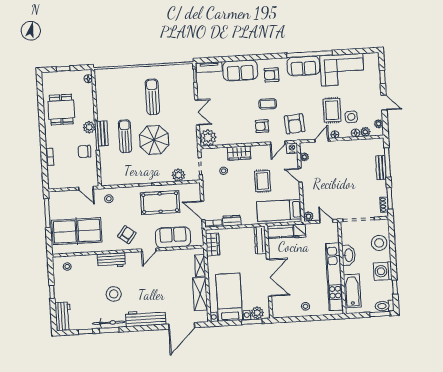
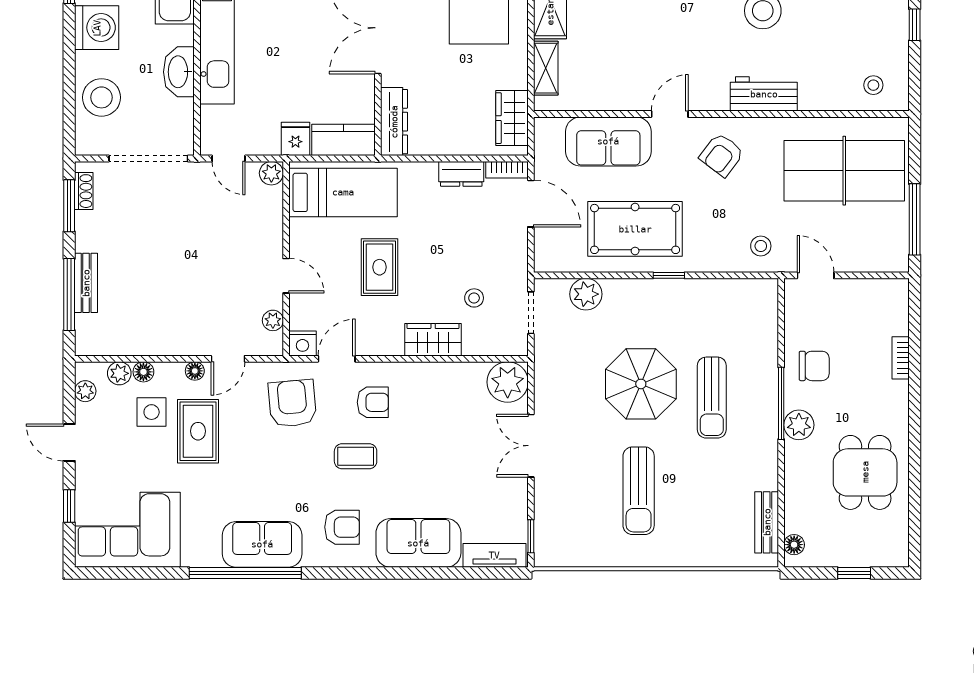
corner sofa: (342, 70) -> (127, 530), moved
bench: (103, 133) -> (767, 522), moved

